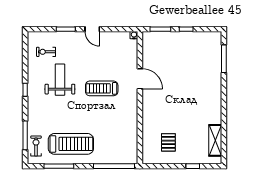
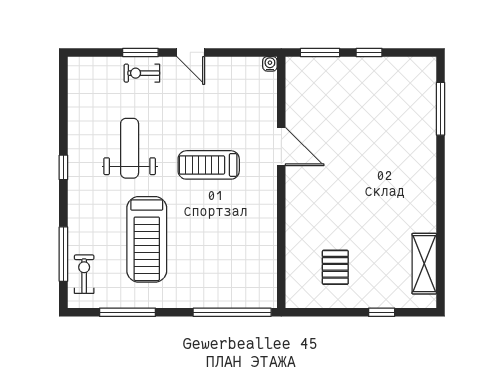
exercise bike: (46, 52) -> (142, 73), moved
treadmill: (71, 144) -> (147, 239), moved, turned 90

